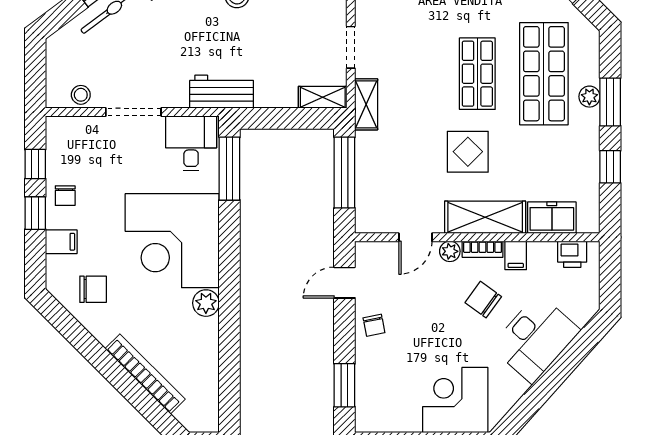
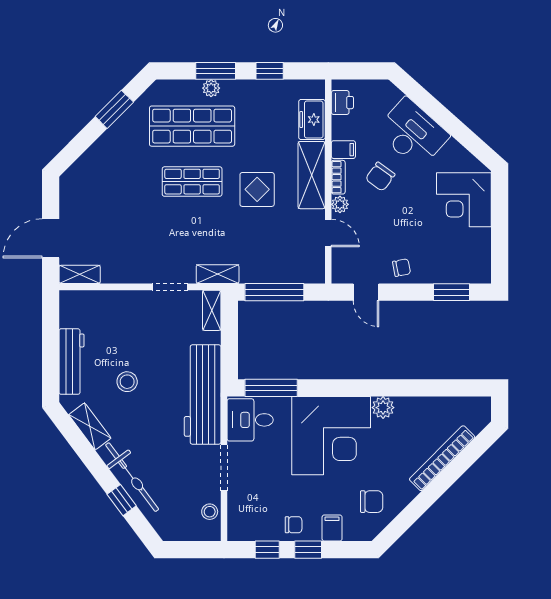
workbench: (222, 92) -> (203, 395), width x1.87, depth x1.32
chair: (93, 289) -> (372, 502), turned 90

